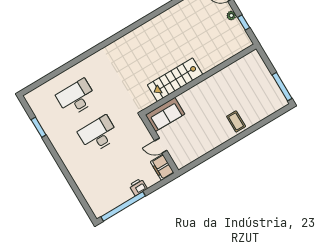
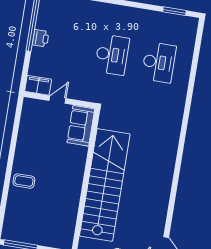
stairs: (175, 80) -> (105, 185), width x1.86, depth x1.51
window: (39, 127) -> (174, 11), moved
printer: (138, 187) -> (41, 38), moved

